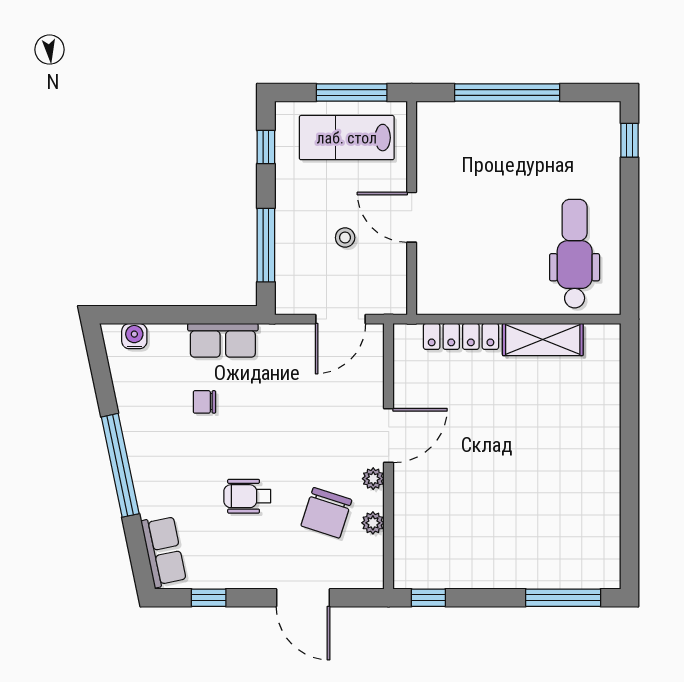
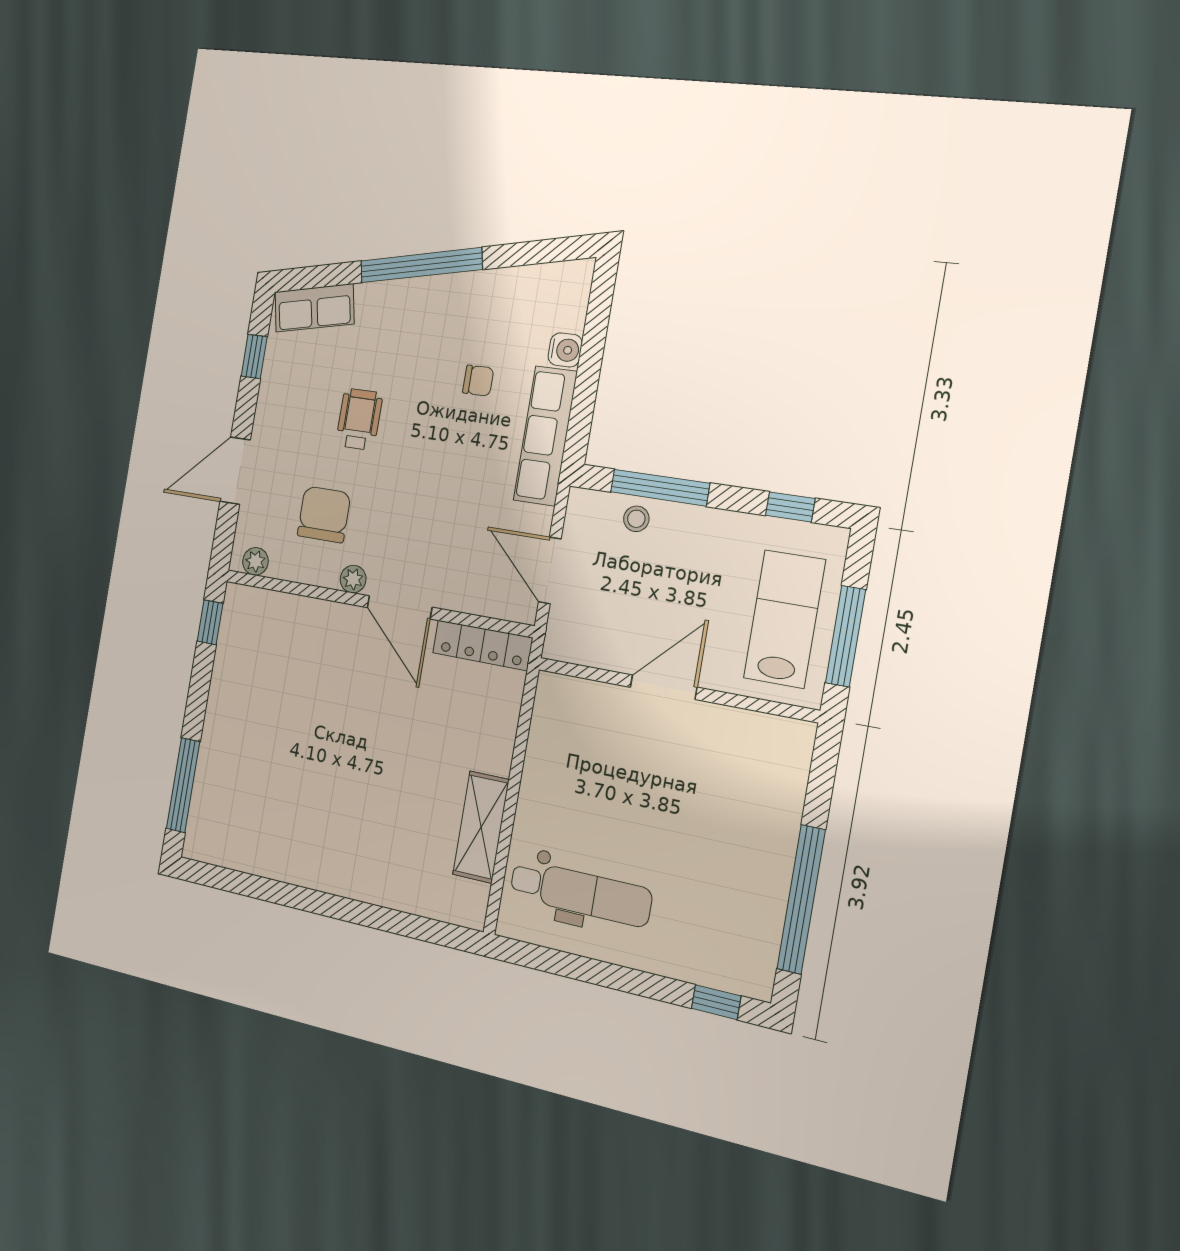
window: (507, 93) -> (801, 899), moved
stool: (345, 238) -> (636, 519), moved
water cooler: (134, 336) -> (565, 350), moved
locker: (461, 336) -> (482, 645), moved, turned -90
row of seats: (223, 340) -> (545, 436), width x1.48
chair: (204, 402) -> (478, 381), turned 90
chair: (326, 513) -> (324, 514), turned 72
plant: (373, 523) -> (255, 561), moved

